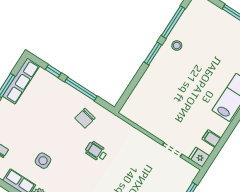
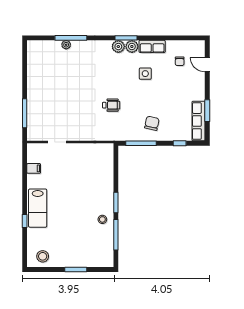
window: (81, 89) -> (141, 143), moved
chair: (85, 118) -> (152, 123), moved
fridge: (199, 157) -> (34, 149), removed

